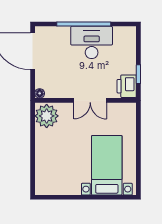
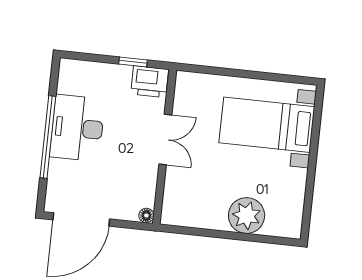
plant: (47, 116) -> (247, 216), moved

